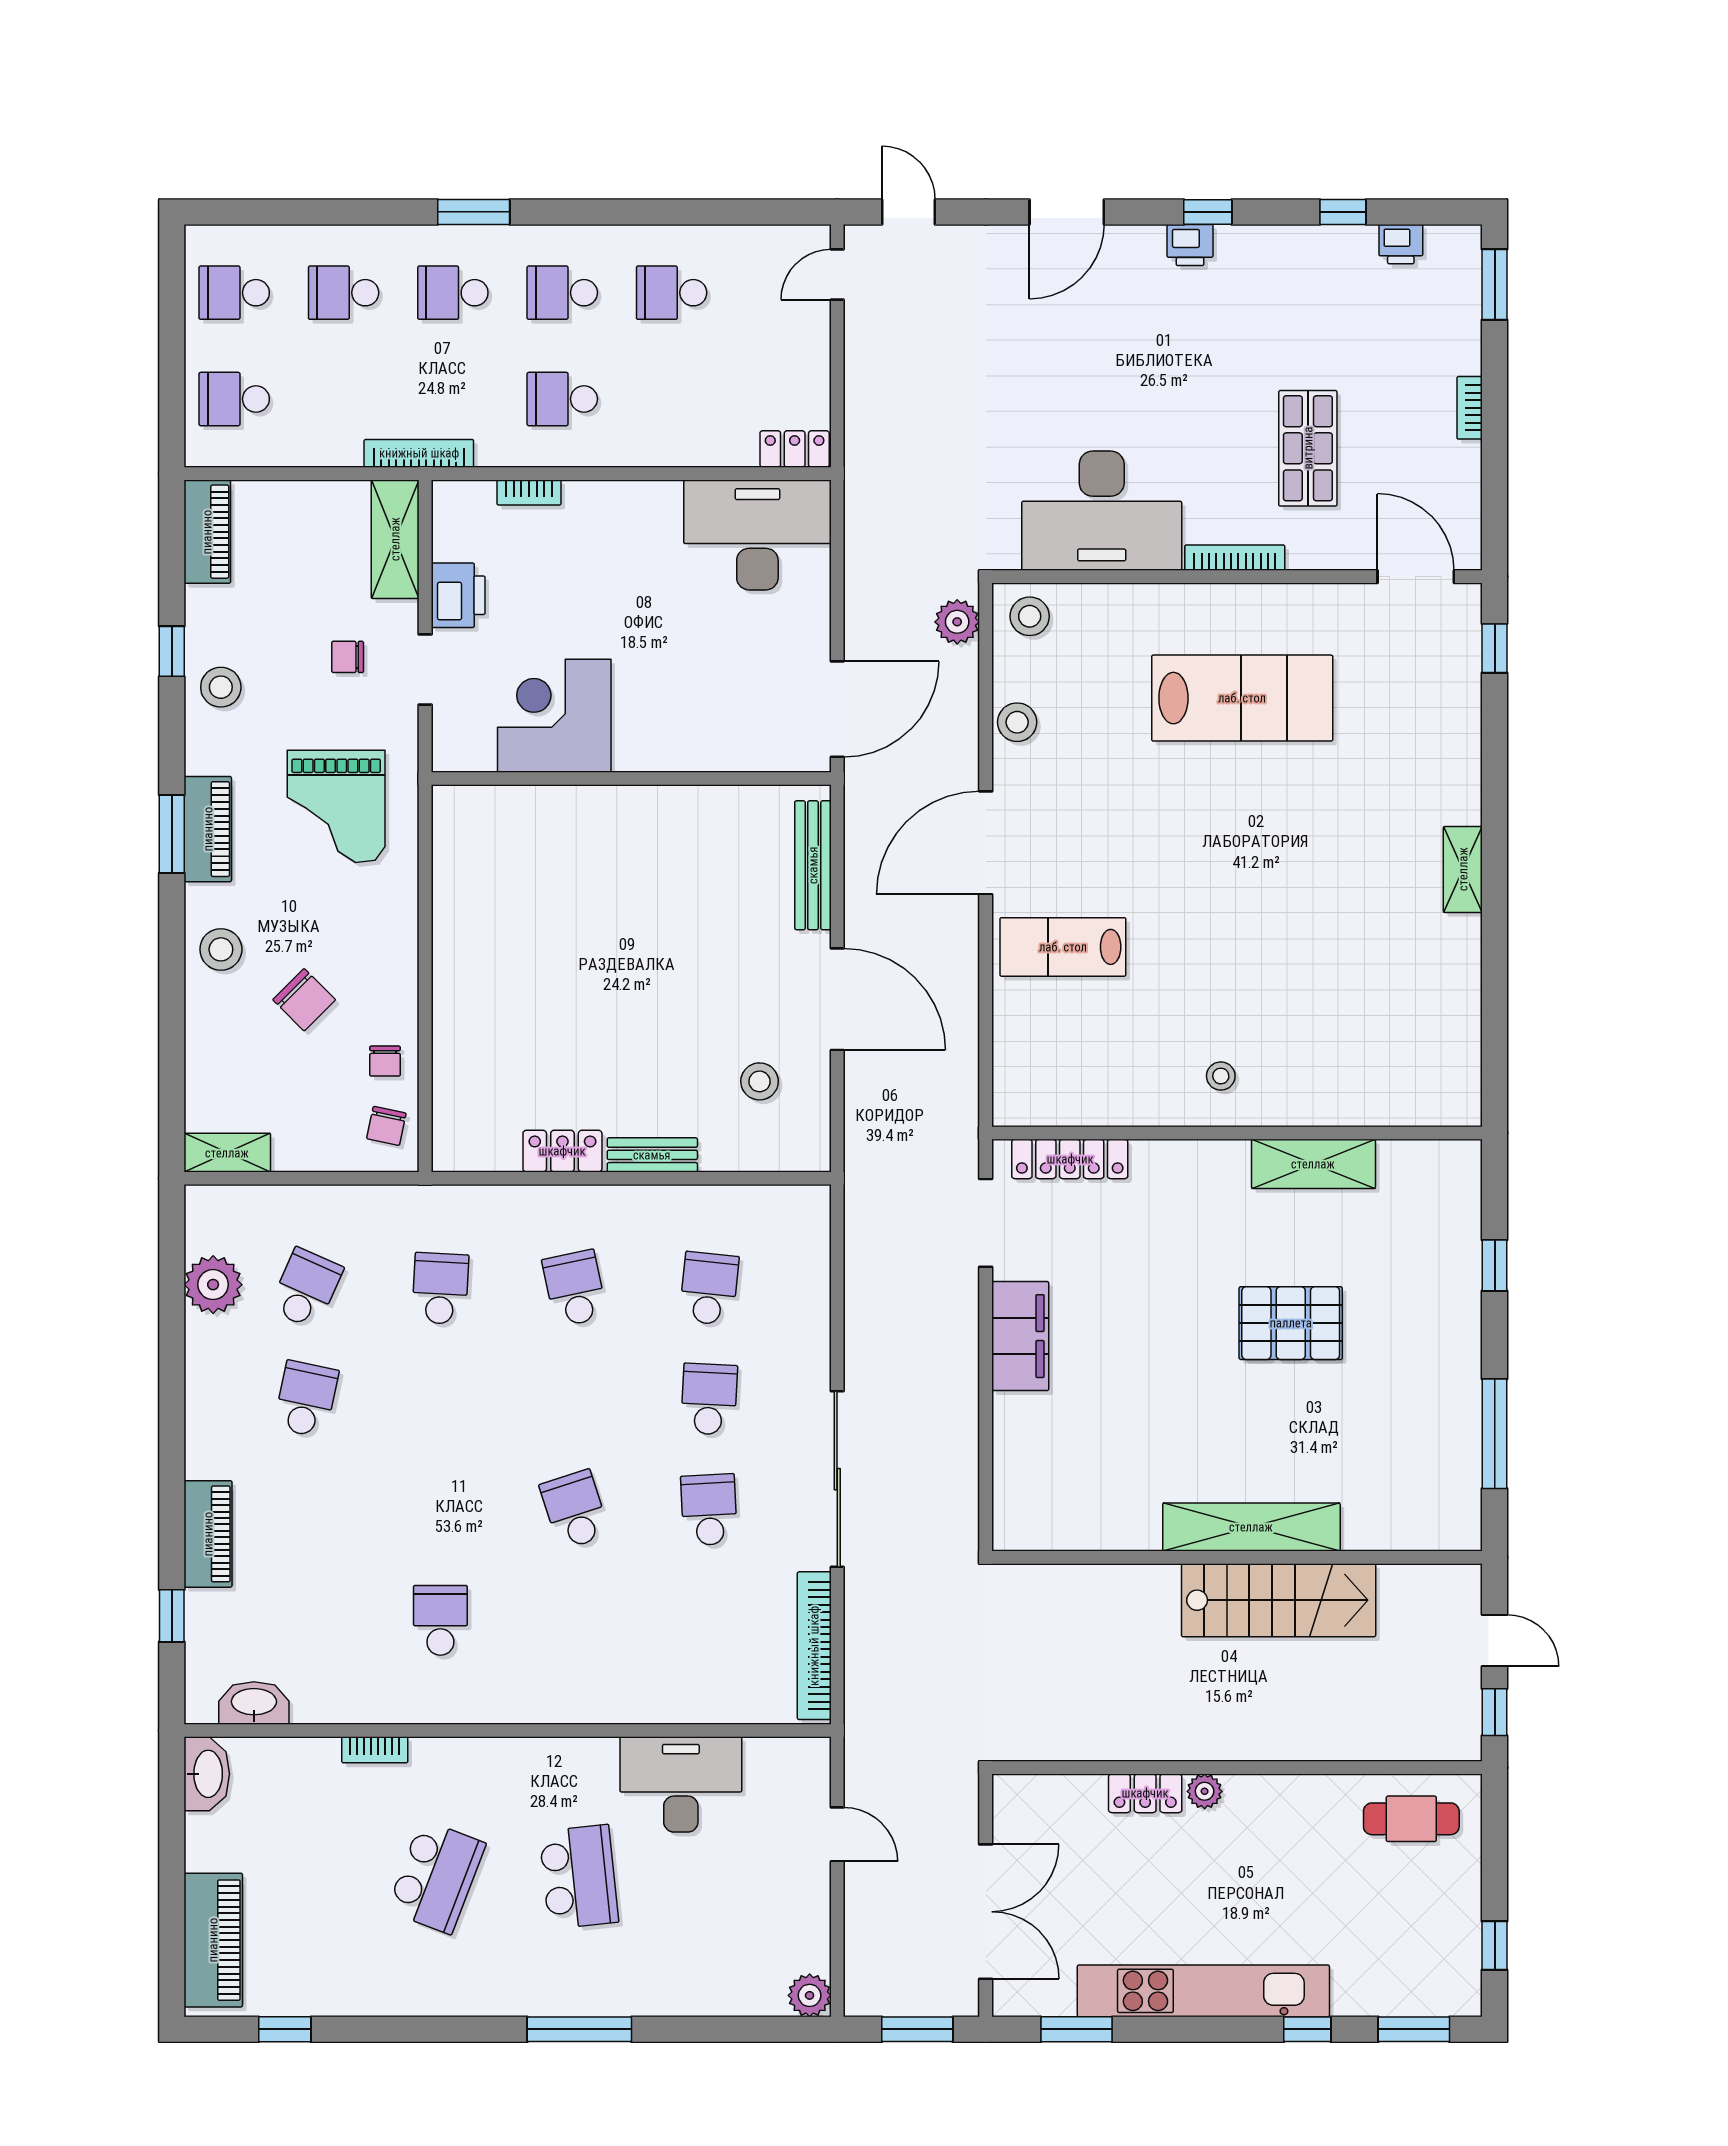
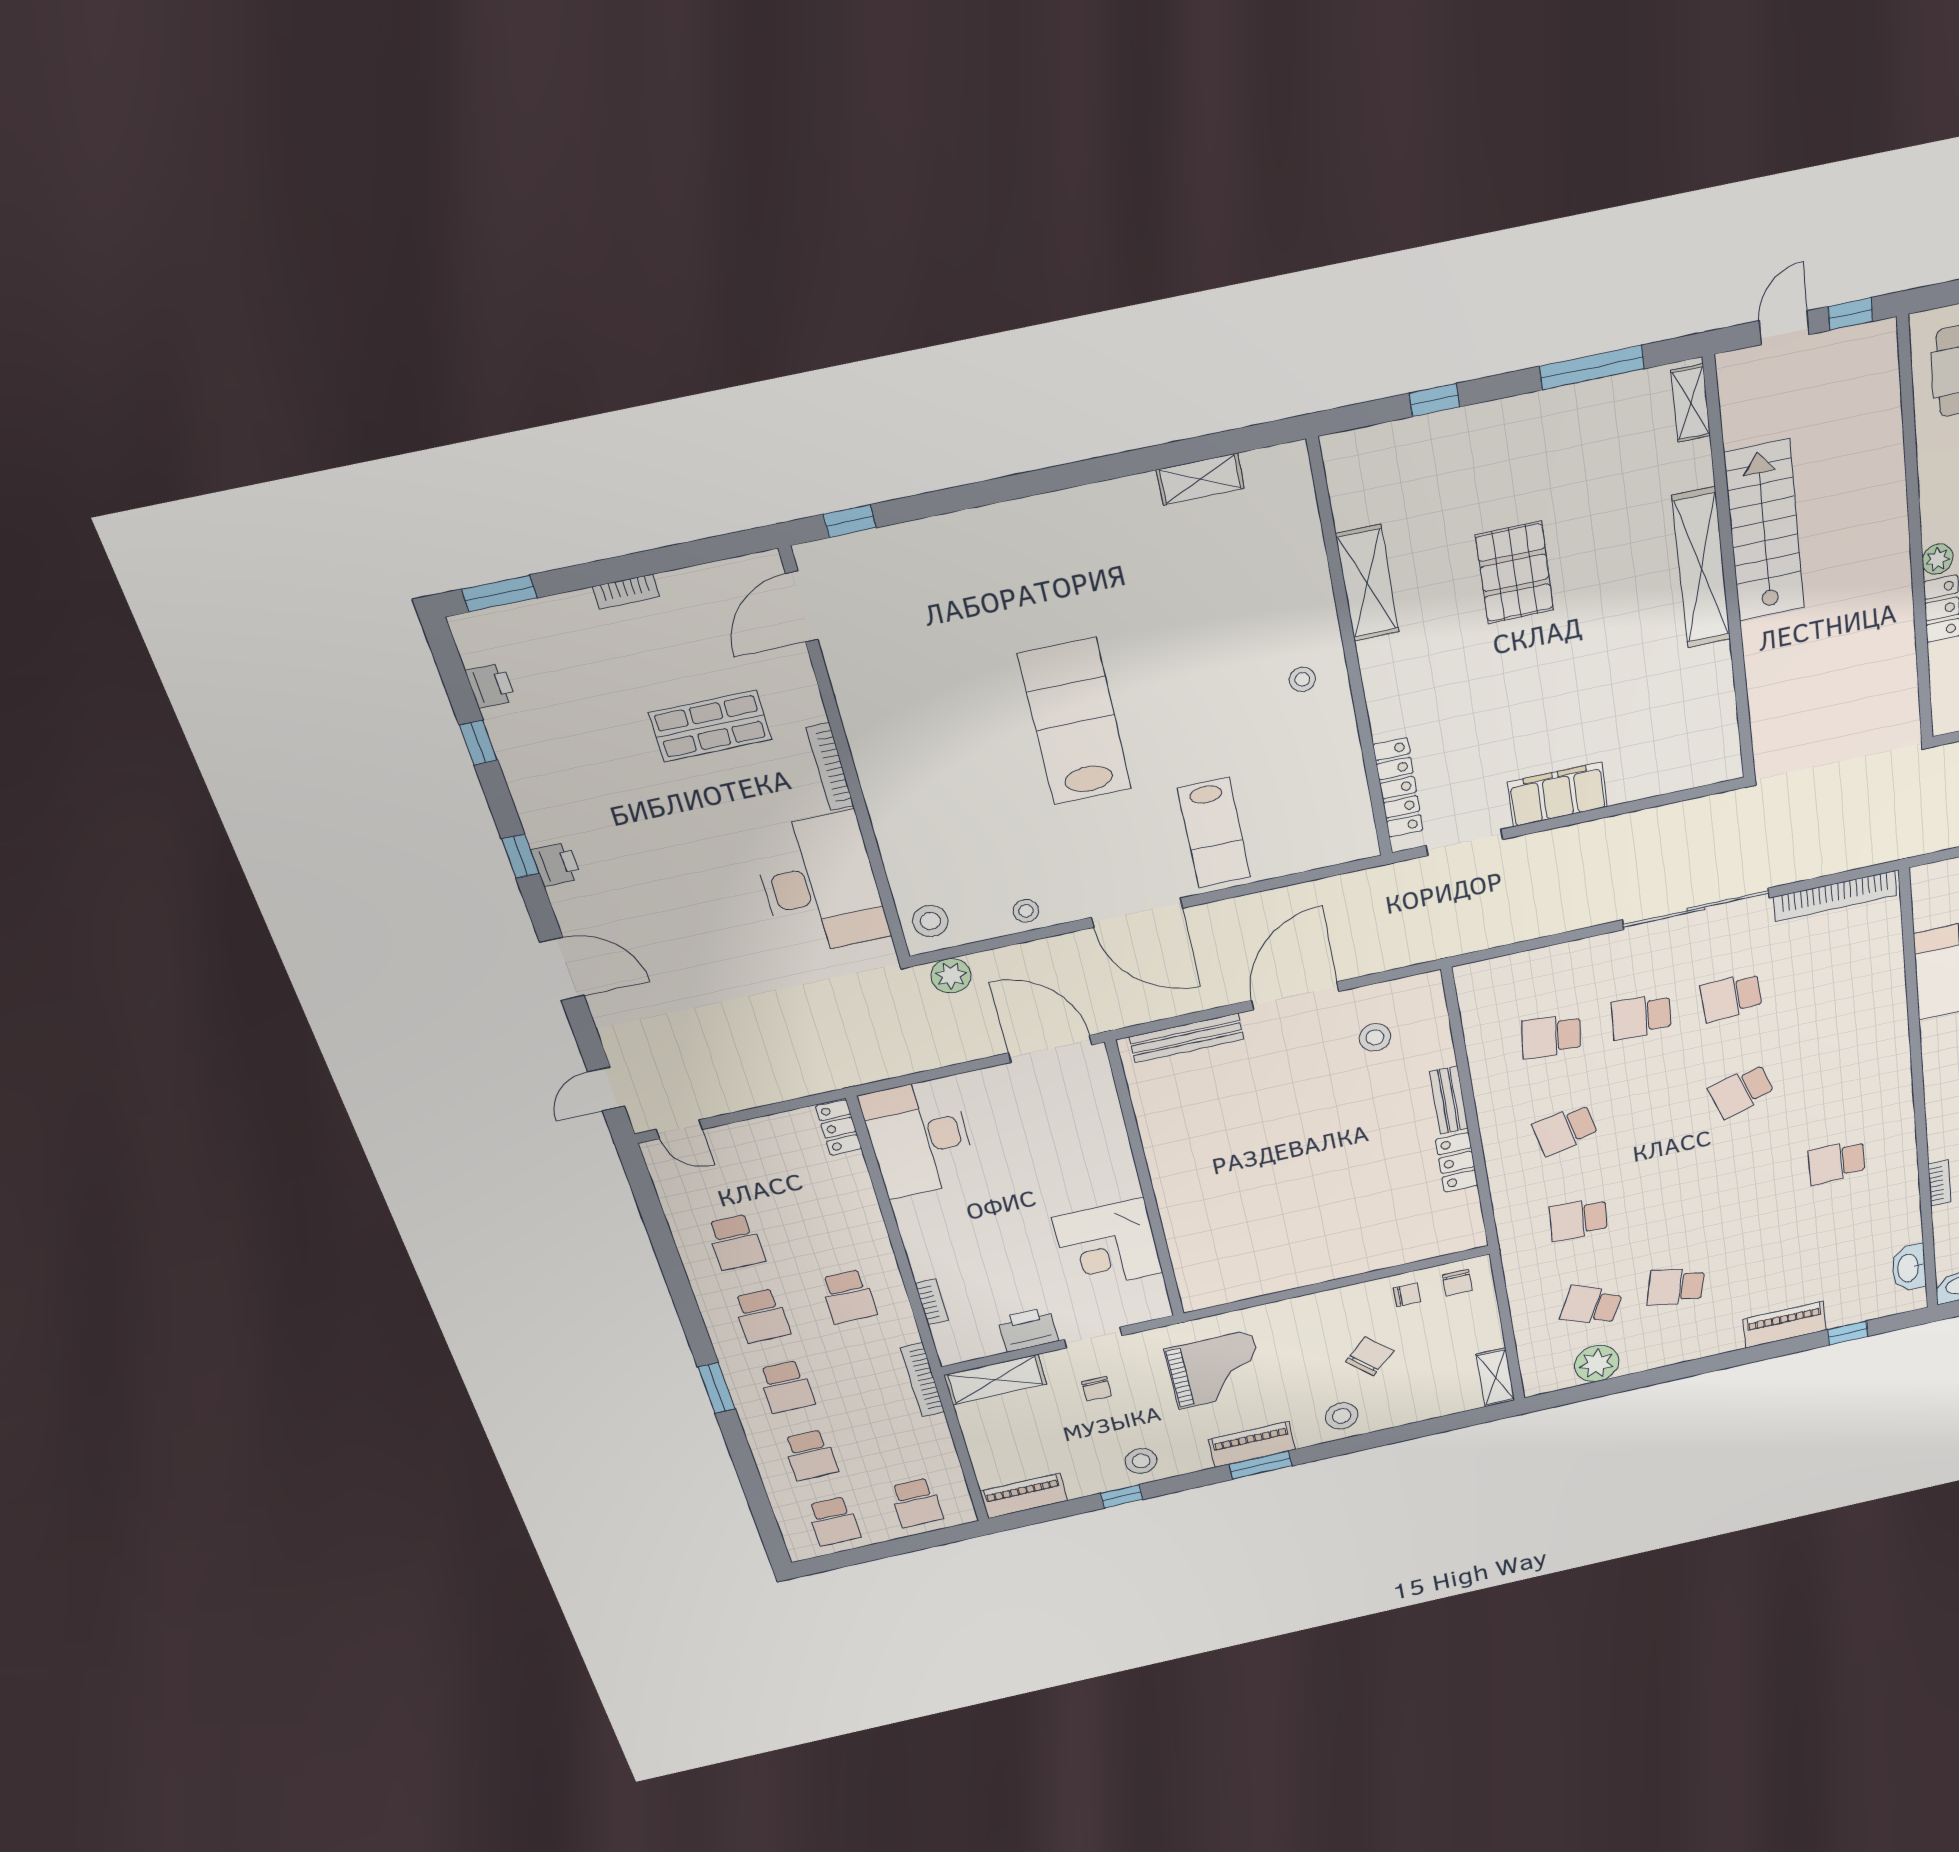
lab bench: (1242, 698) -> (1075, 722), moved
stool: (1017, 722) -> (1026, 911), width x0.73, depth x0.73
shelving: (1463, 869) -> (1200, 479), moved
chair: (386, 1126) -> (1457, 1283), turned 78
shelving: (1435, 1534) -> (1691, 403), added

